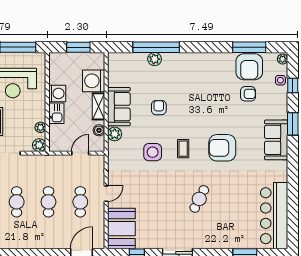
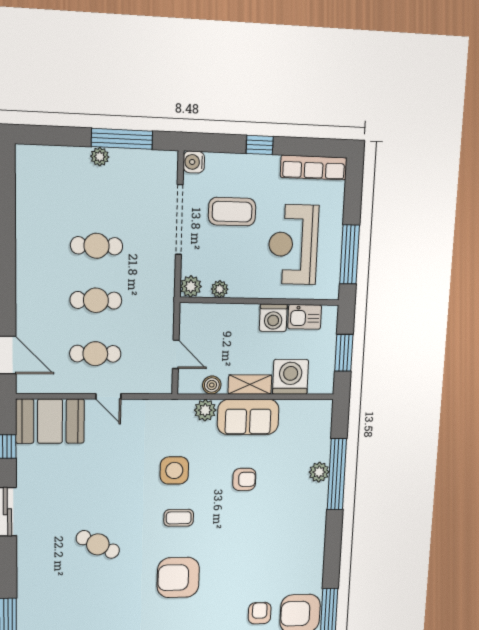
armchair: (248, 94) -> (260, 613), turned 180
kitchen sink: (56, 113) -> (305, 317), moved
armchair: (222, 148) -> (178, 577), turned -90

